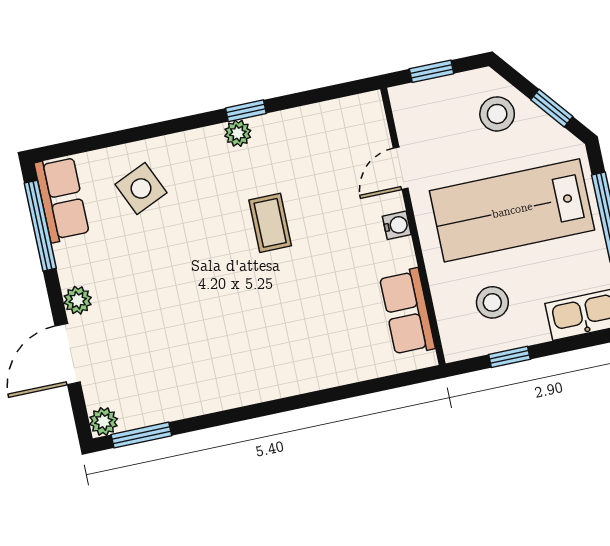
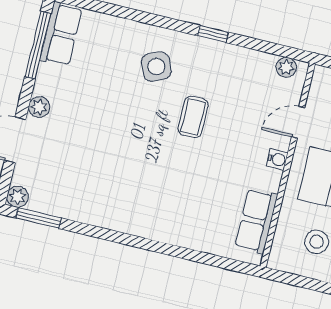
plant: (238, 133) -> (286, 67), moved
side table: (141, 188) -> (156, 67), moved
window: (509, 357) -> (311, 284), removed

